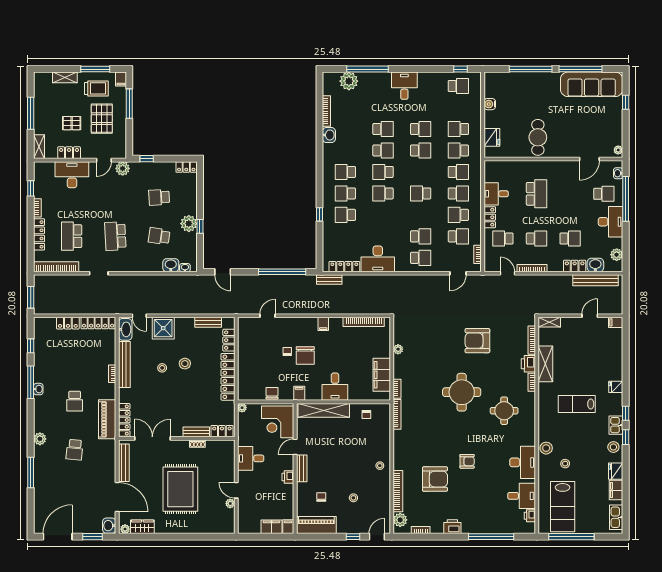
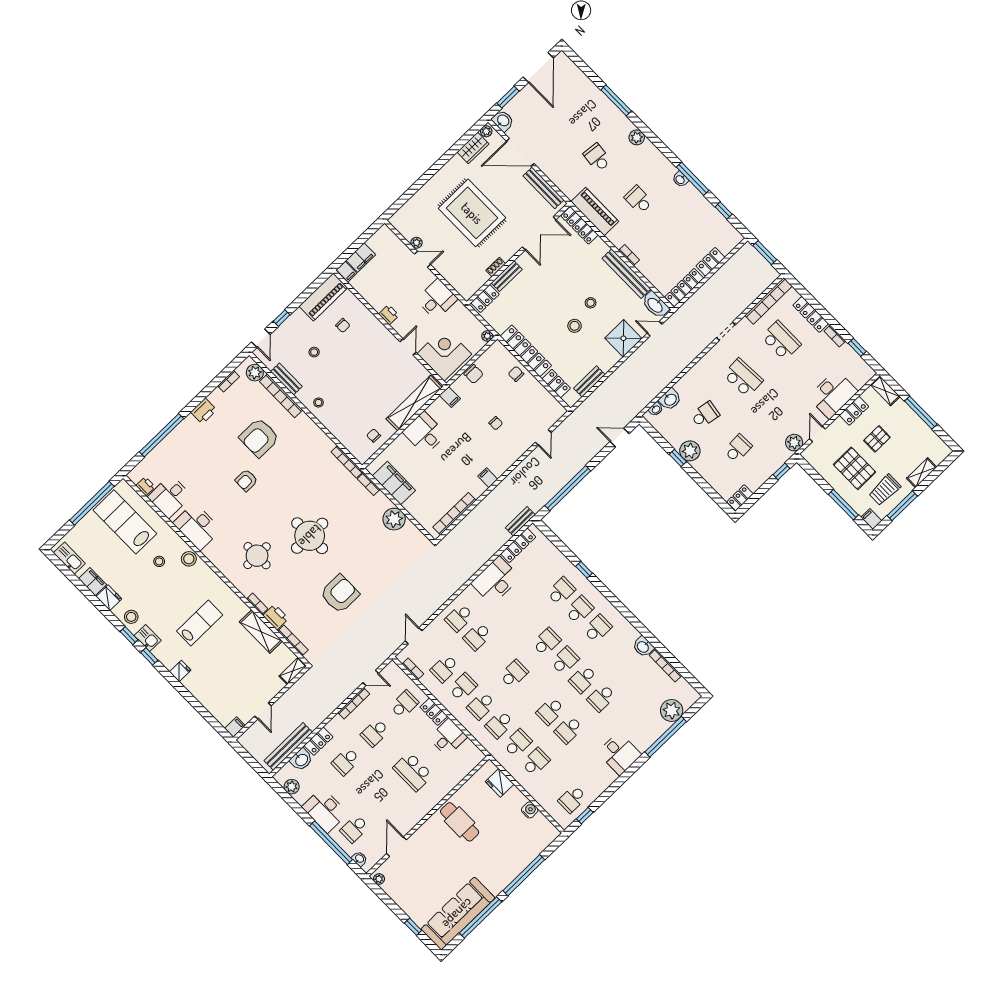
plant: (398, 349) -> (394, 519), width x1.88, depth x1.88
chair: (305, 356) -> (516, 374), moved, width x0.54, depth x0.54
bench: (302, 468) -> (286, 379), moved

